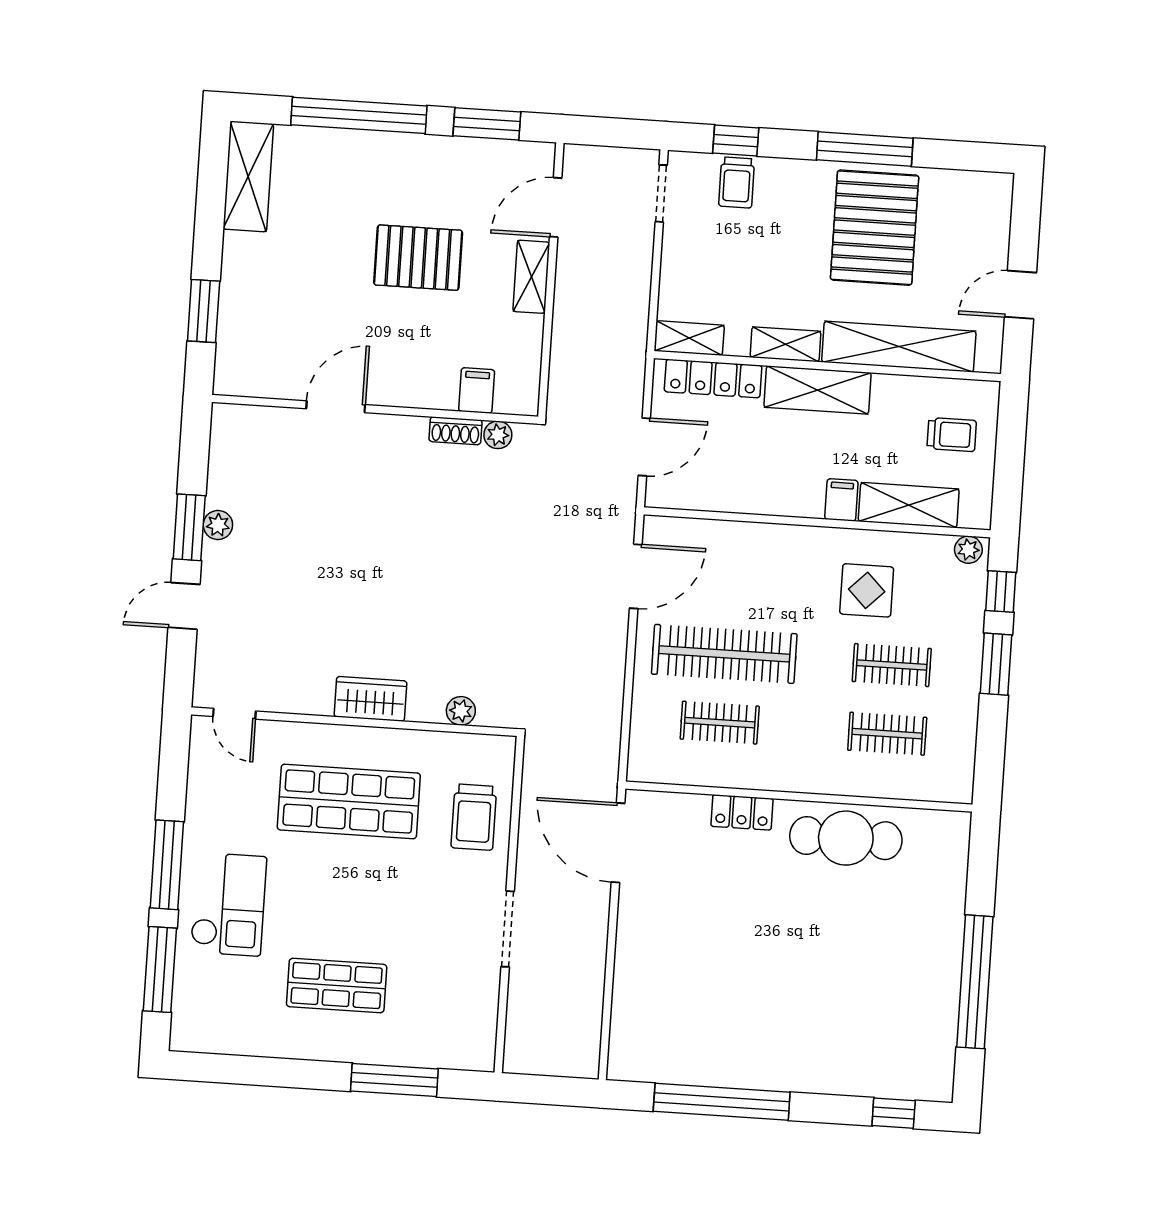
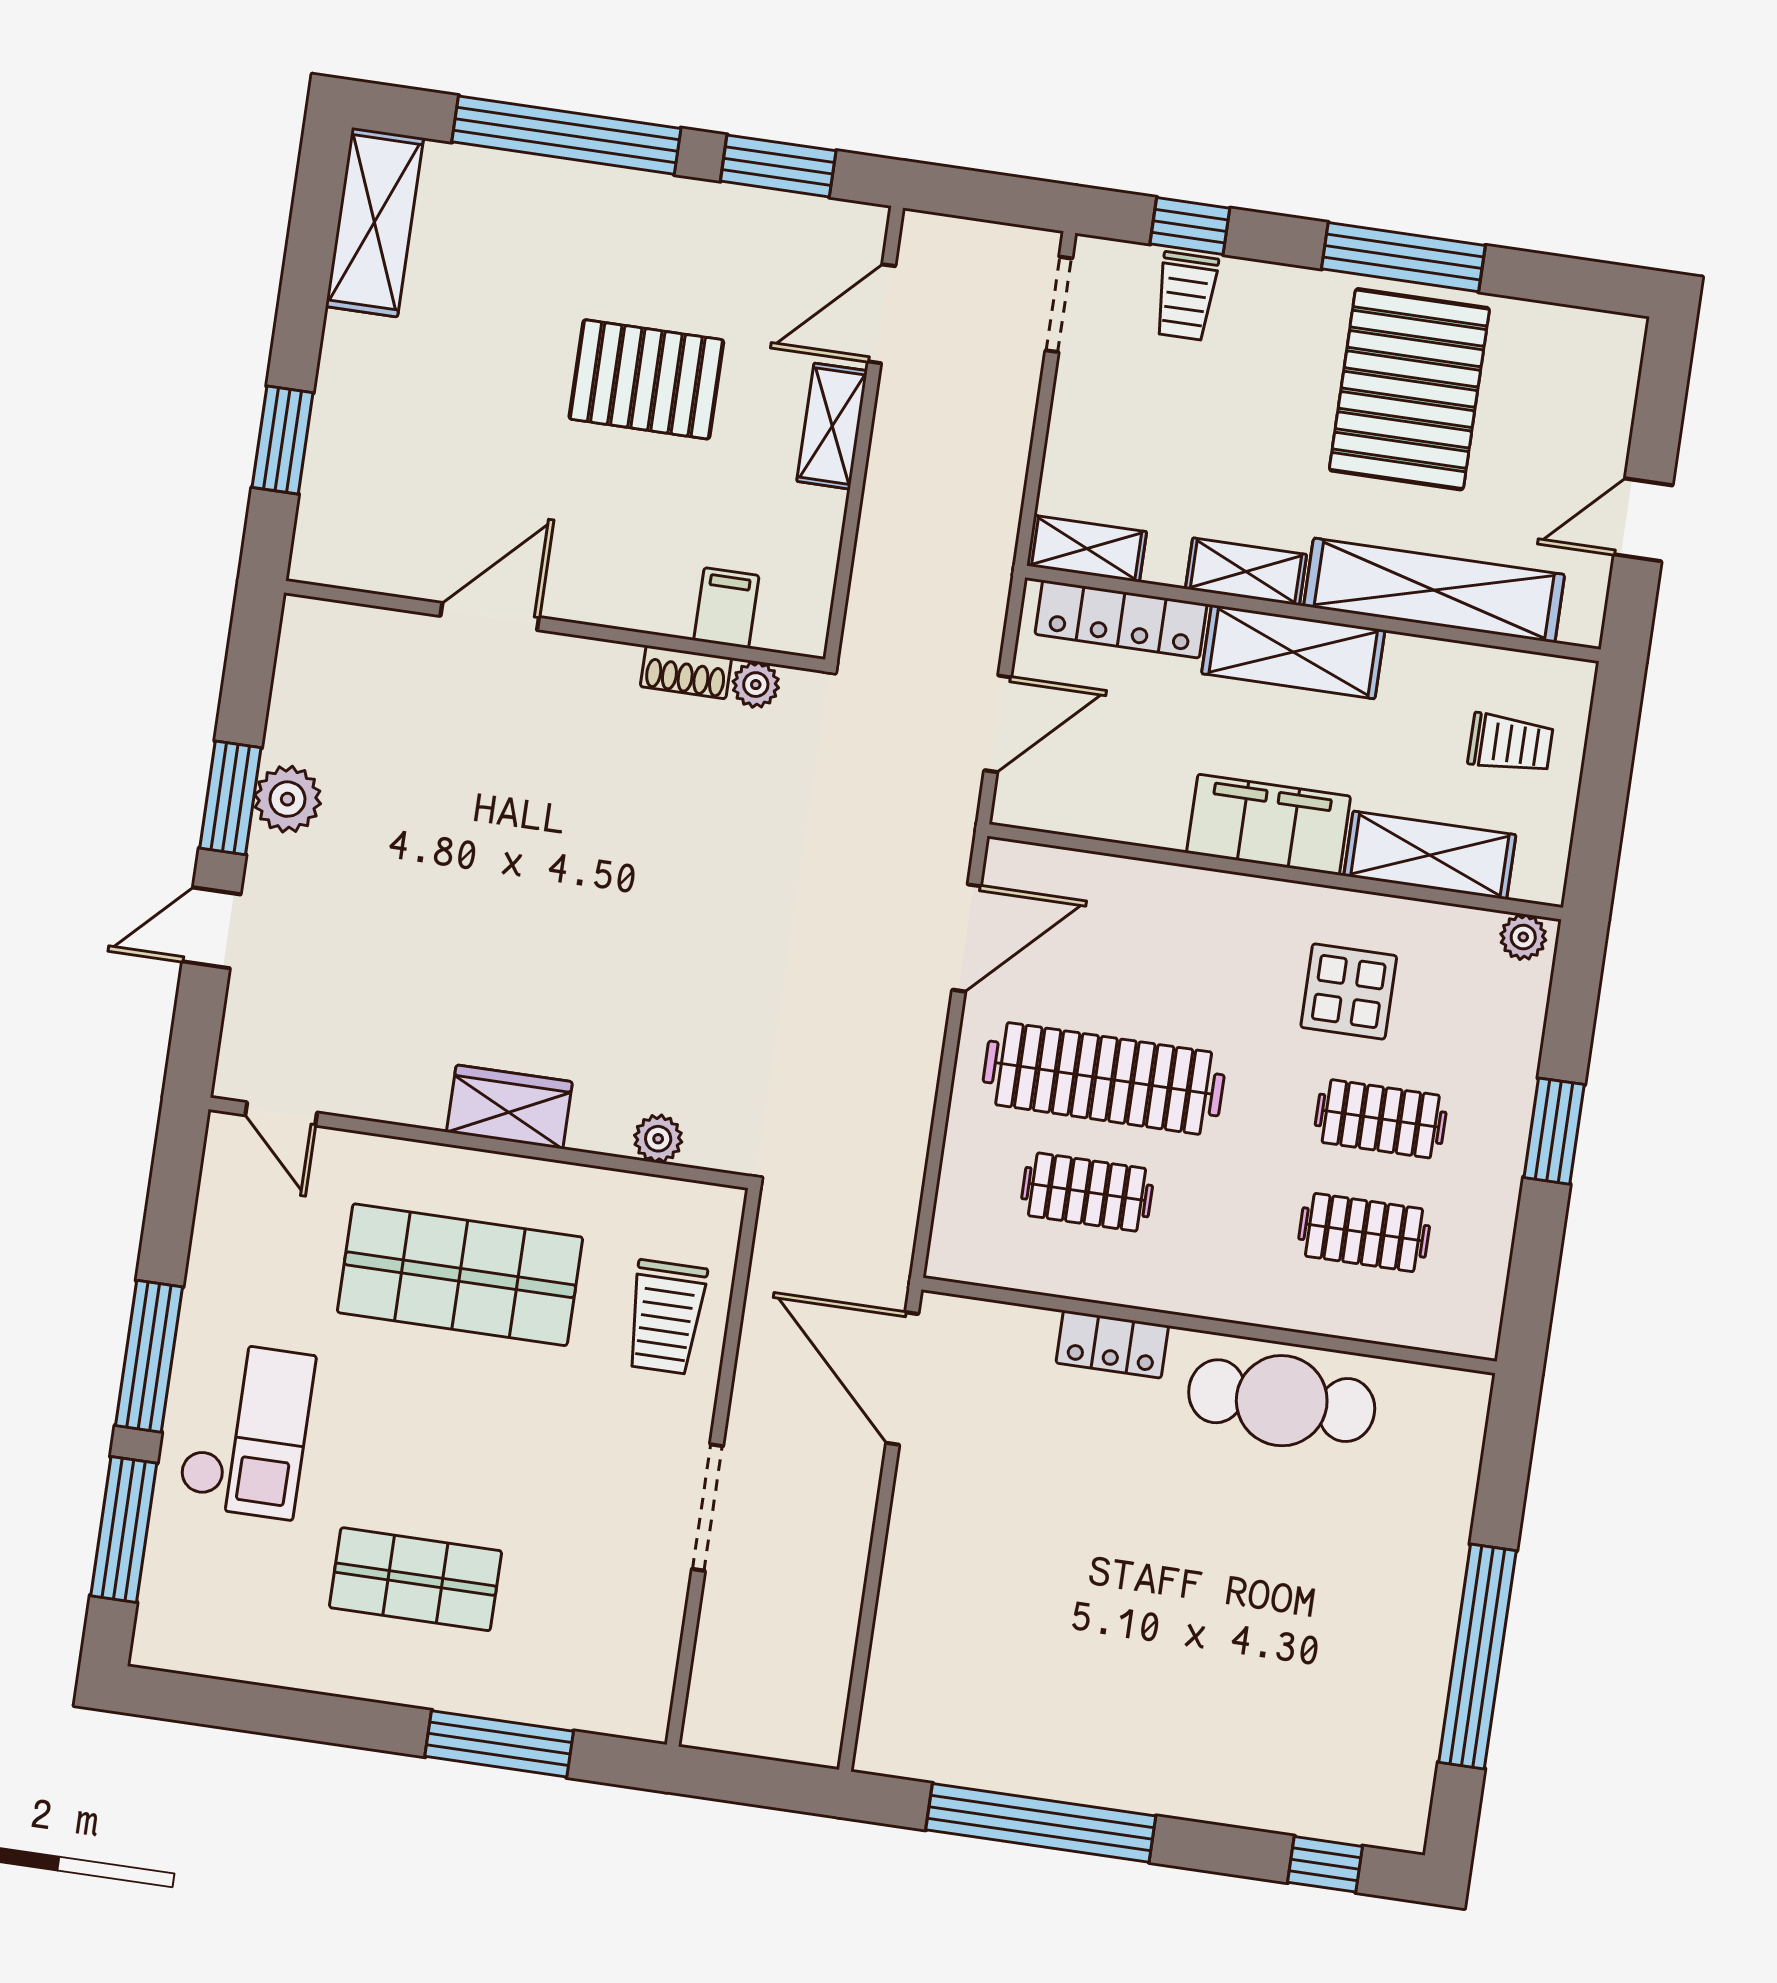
filing cabinet: (841, 500) -> (1269, 825), width x3.00, depth x1.17
plant: (218, 525) -> (287, 799), width x1.38, depth x1.38
window: (1001, 591) -> (1572, 1011), removed

